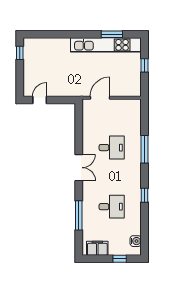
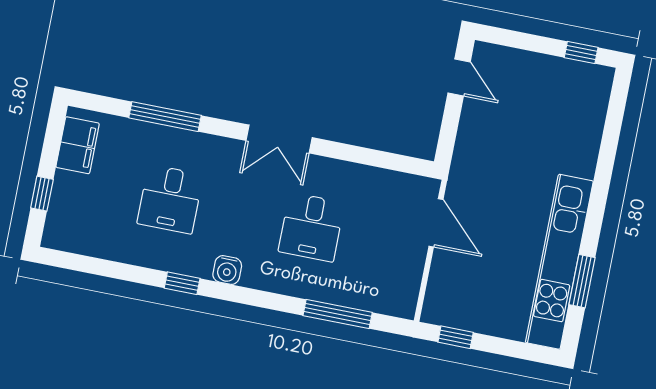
window: (145, 65) -> (456, 337), moved
window: (145, 149) -> (338, 314), moved
water cooler: (136, 241) -> (227, 270), moved

